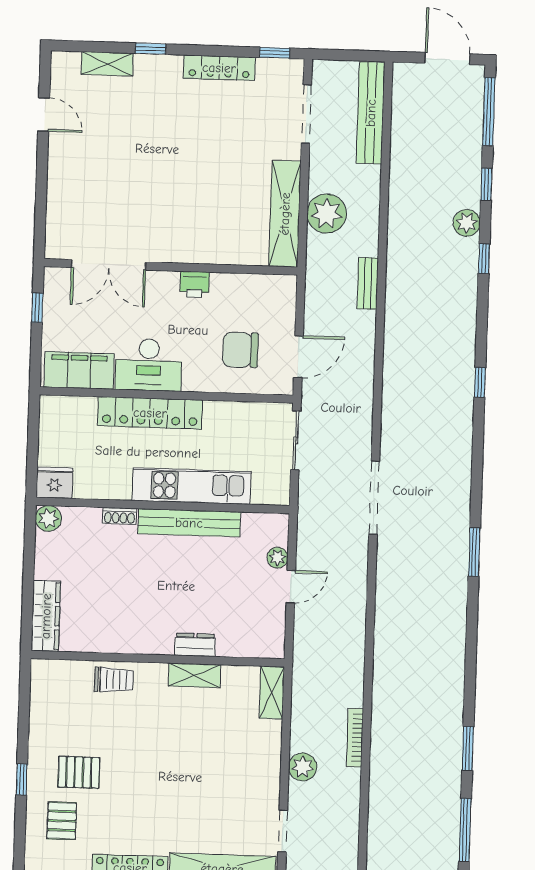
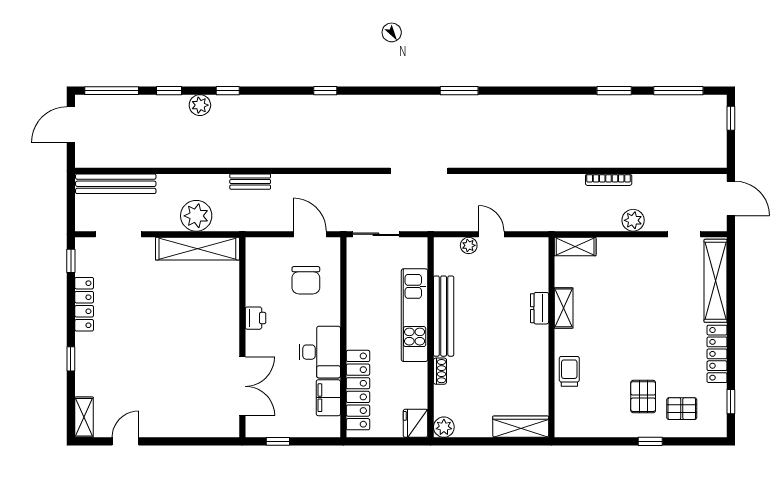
shelving: (107, 64) -> (84, 417), moved
filing cabinet: (79, 370) -> (328, 398), width x0.67, depth x0.86
locker: (150, 413) -> (358, 390), moved

